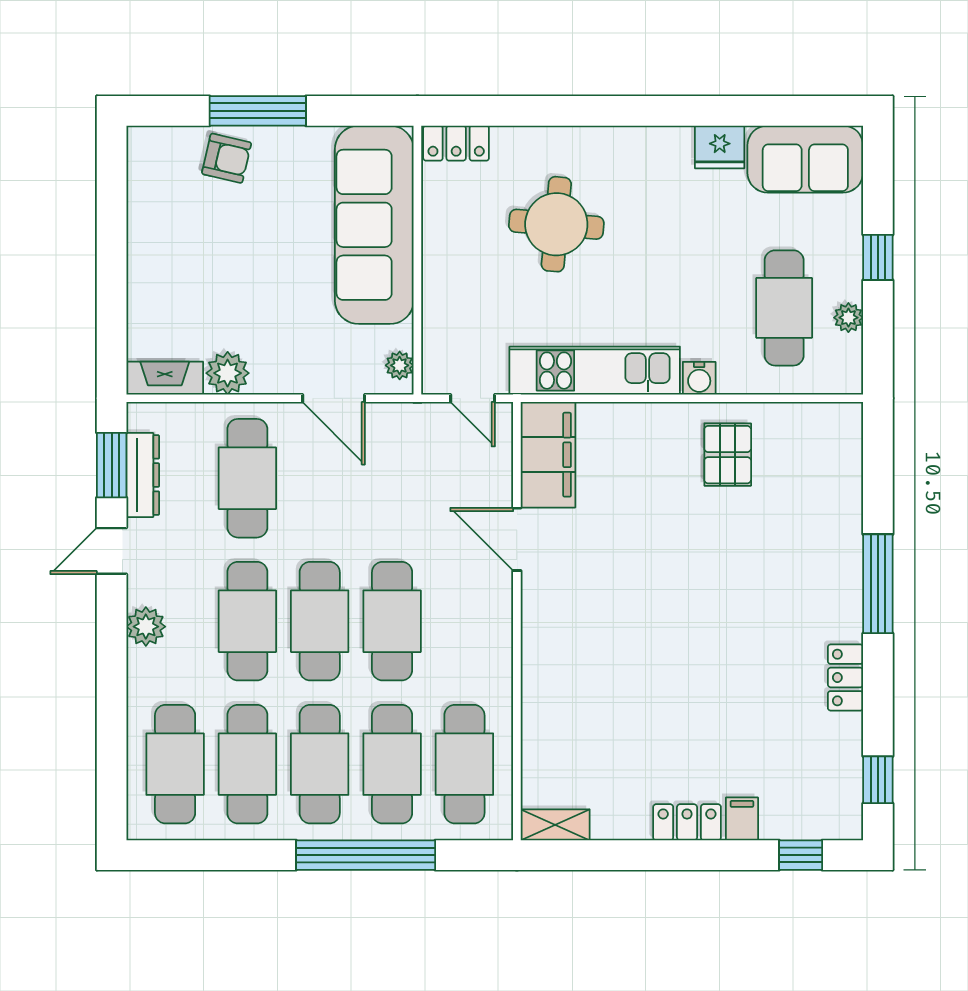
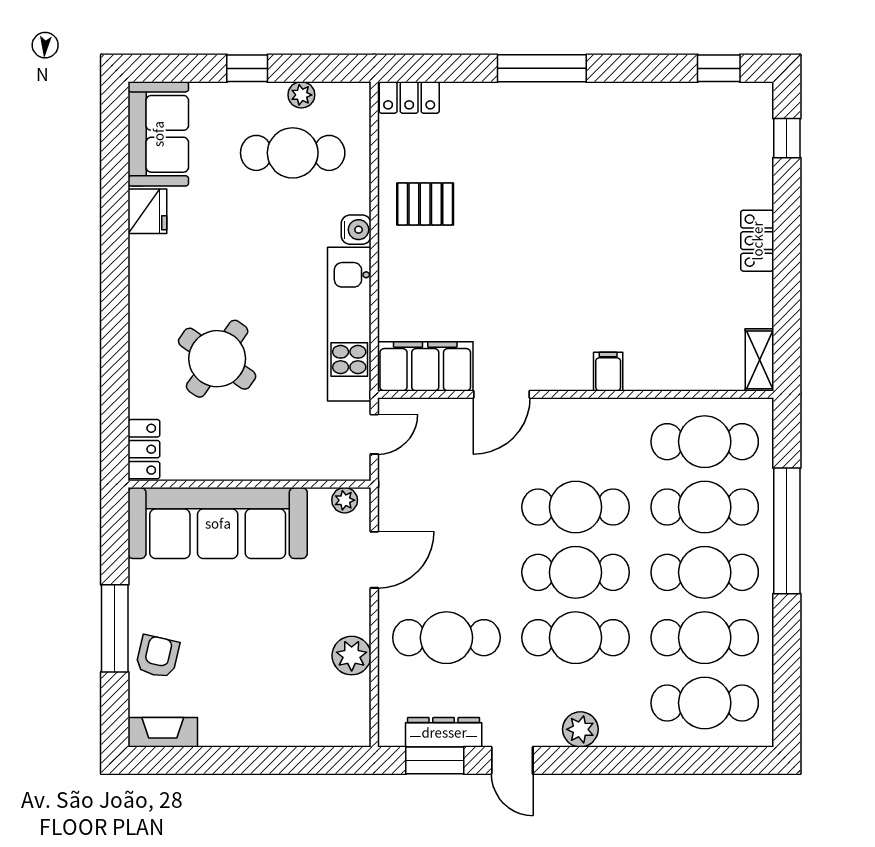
round table: (556, 224) -> (217, 359), turned 30
fireplace: (165, 378) -> (163, 732), moved, turned 90
locker: (846, 678) -> (409, 98), moved
filing cabinet: (742, 819) -> (608, 372), moved, turned 90

